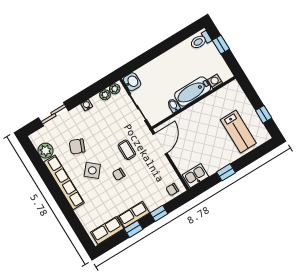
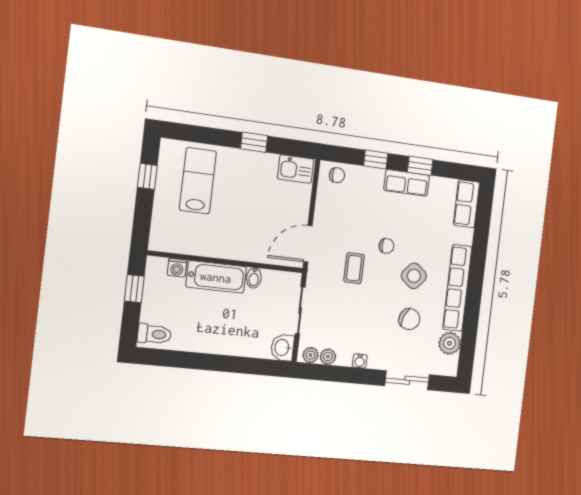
window: (221, 45) -> (134, 289), moved
row of seats: (107, 230) -> (466, 204), moved, turned 90

